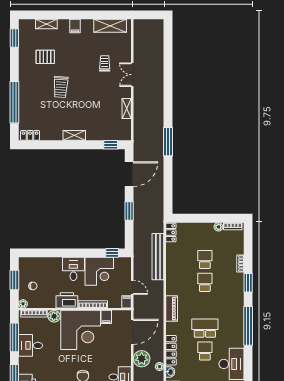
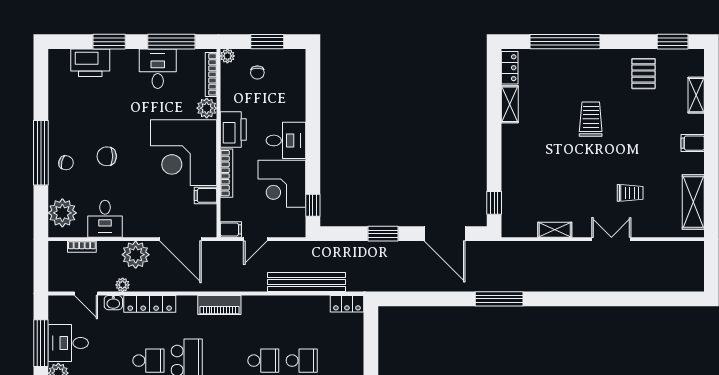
pallet: (45, 57) -> (644, 74), moved
trolley: (61, 87) -> (591, 119), turned 86
shelving: (74, 135) -> (510, 104), moved

